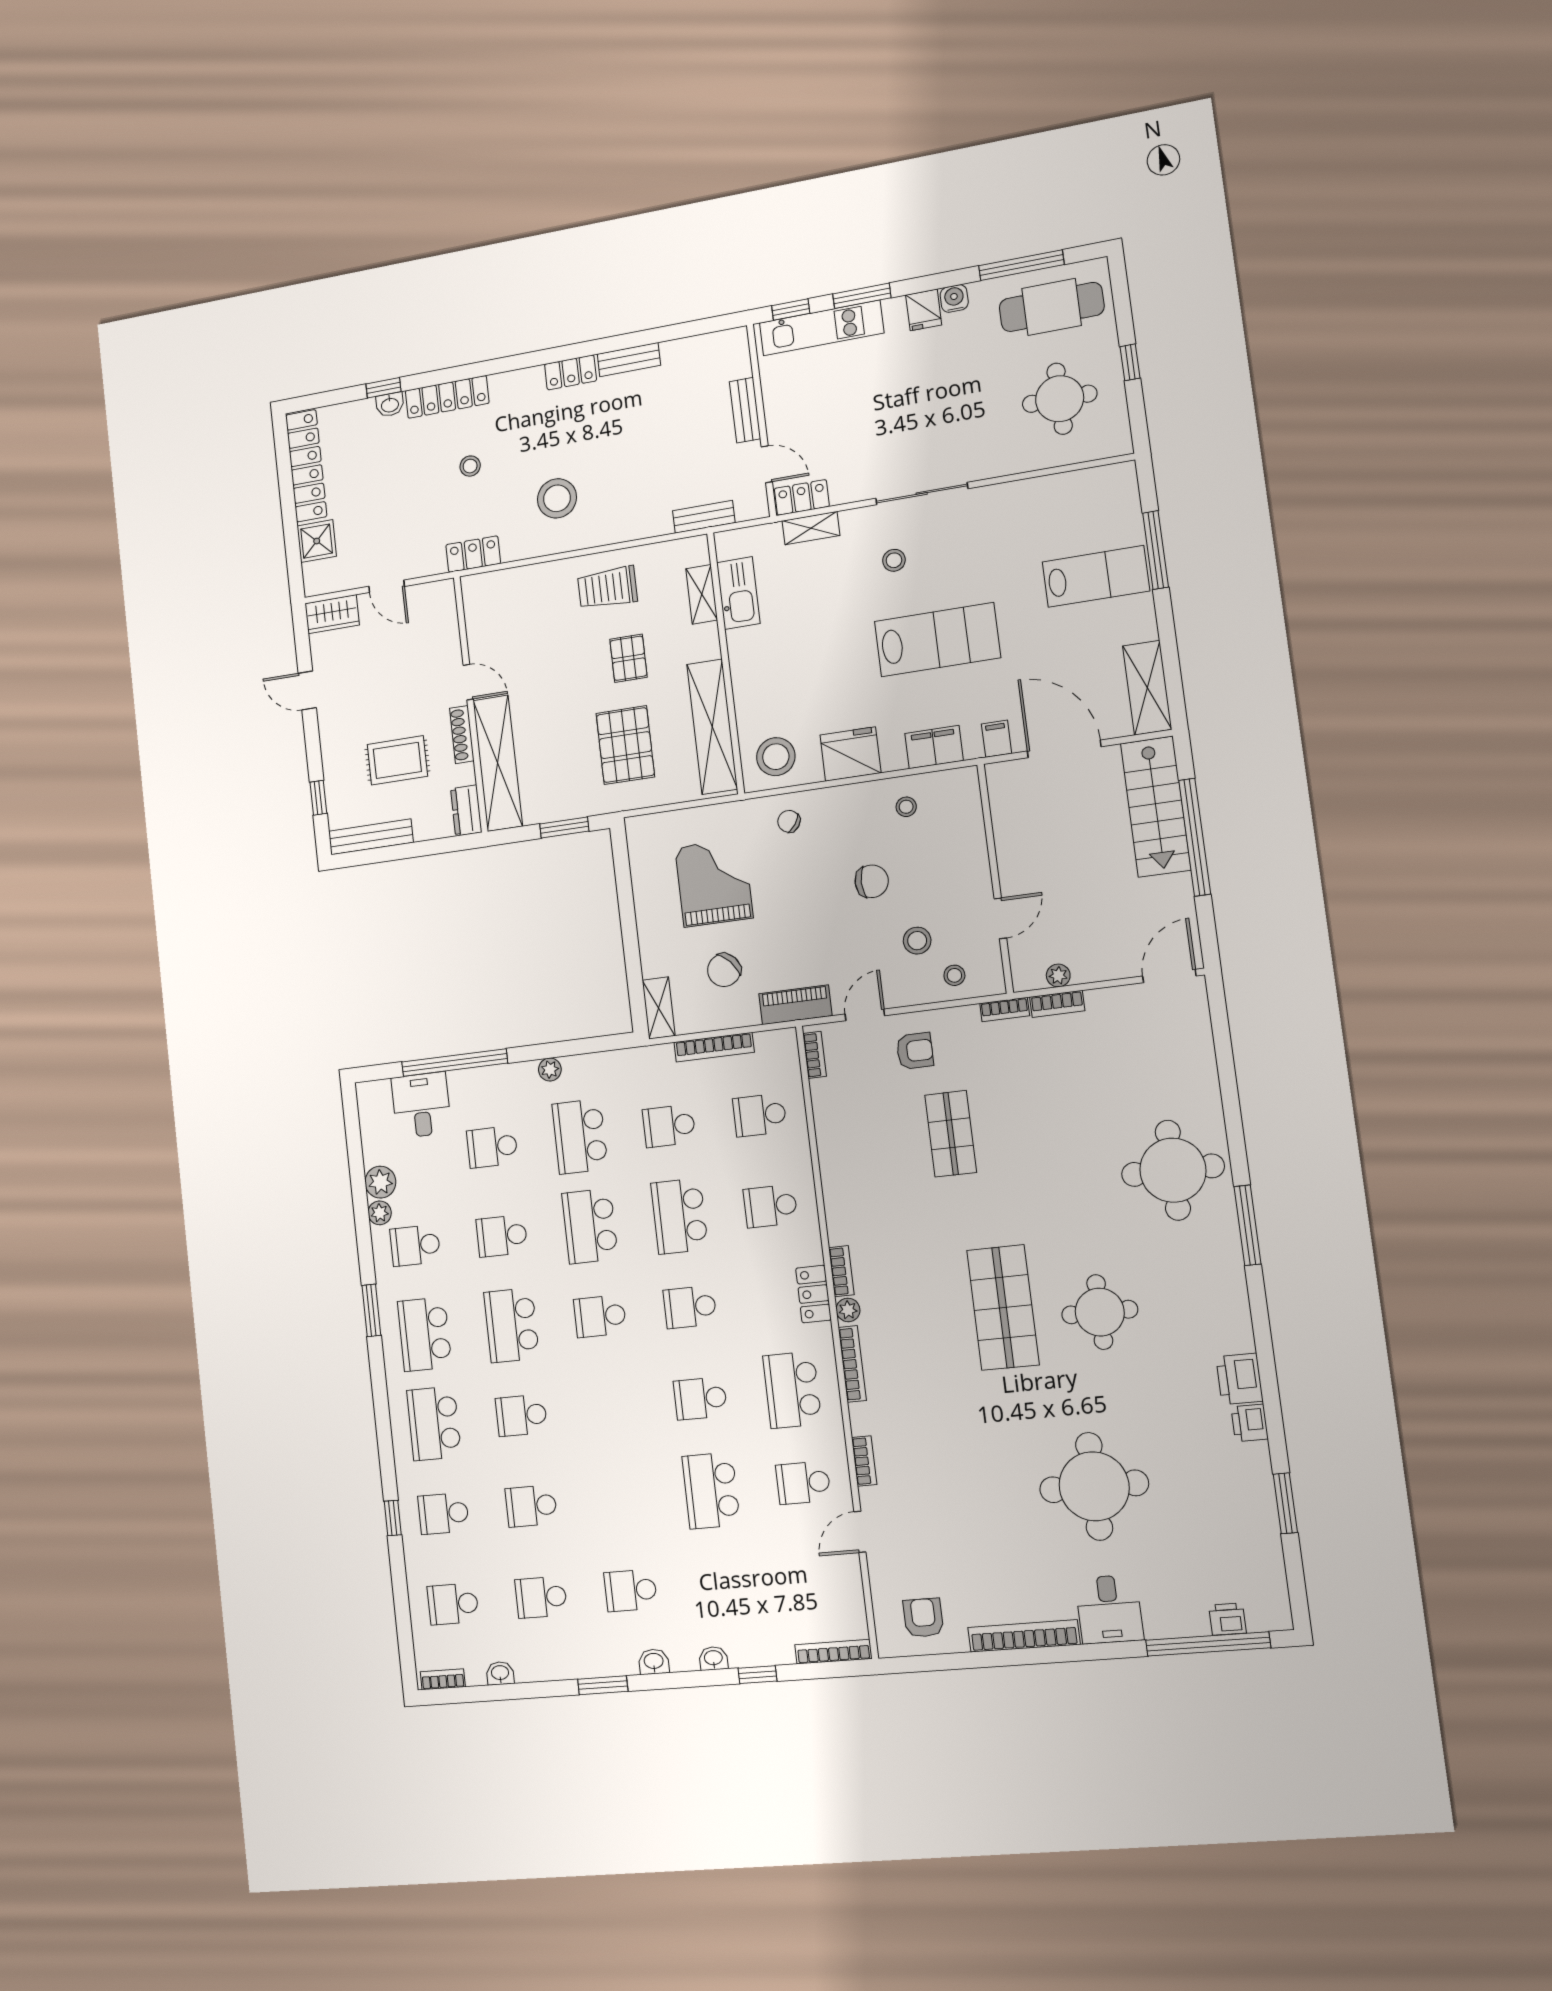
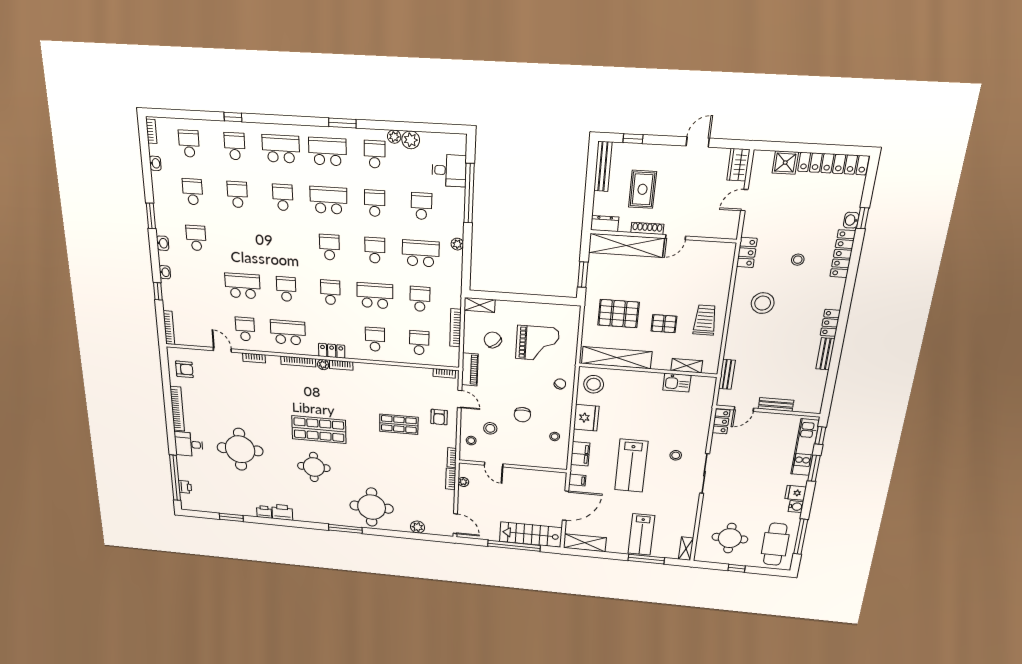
shelving: (811, 528) -> (686, 549), moved
kitchen sink: (738, 593) -> (677, 383), width x0.73
plant: (1200, 1059) -> (418, 527), added
school desk: (590, 1226) -> (375, 250), width x0.54

